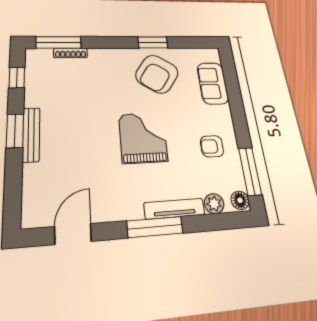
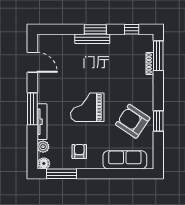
sofa: (213, 83) -> (125, 160), width x1.36
grand piano: (143, 138) -> (87, 107), turned 180

